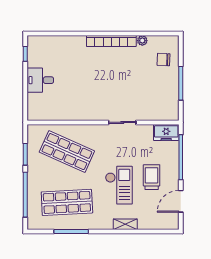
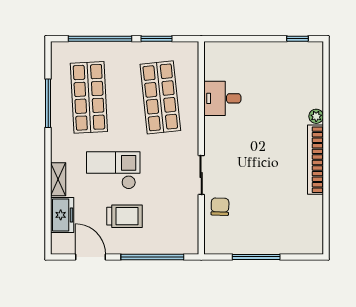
plant: (142, 41) -> (316, 116), moved
chair: (164, 60) -> (220, 207), moved
desk: (40, 80) -> (222, 98), moved, turned -90
freezer: (166, 133) -> (62, 215), moved, turned 180
shop shelf: (67, 152) -> (160, 97), turned -30
checkout: (119, 185) -> (113, 170), turned 180

